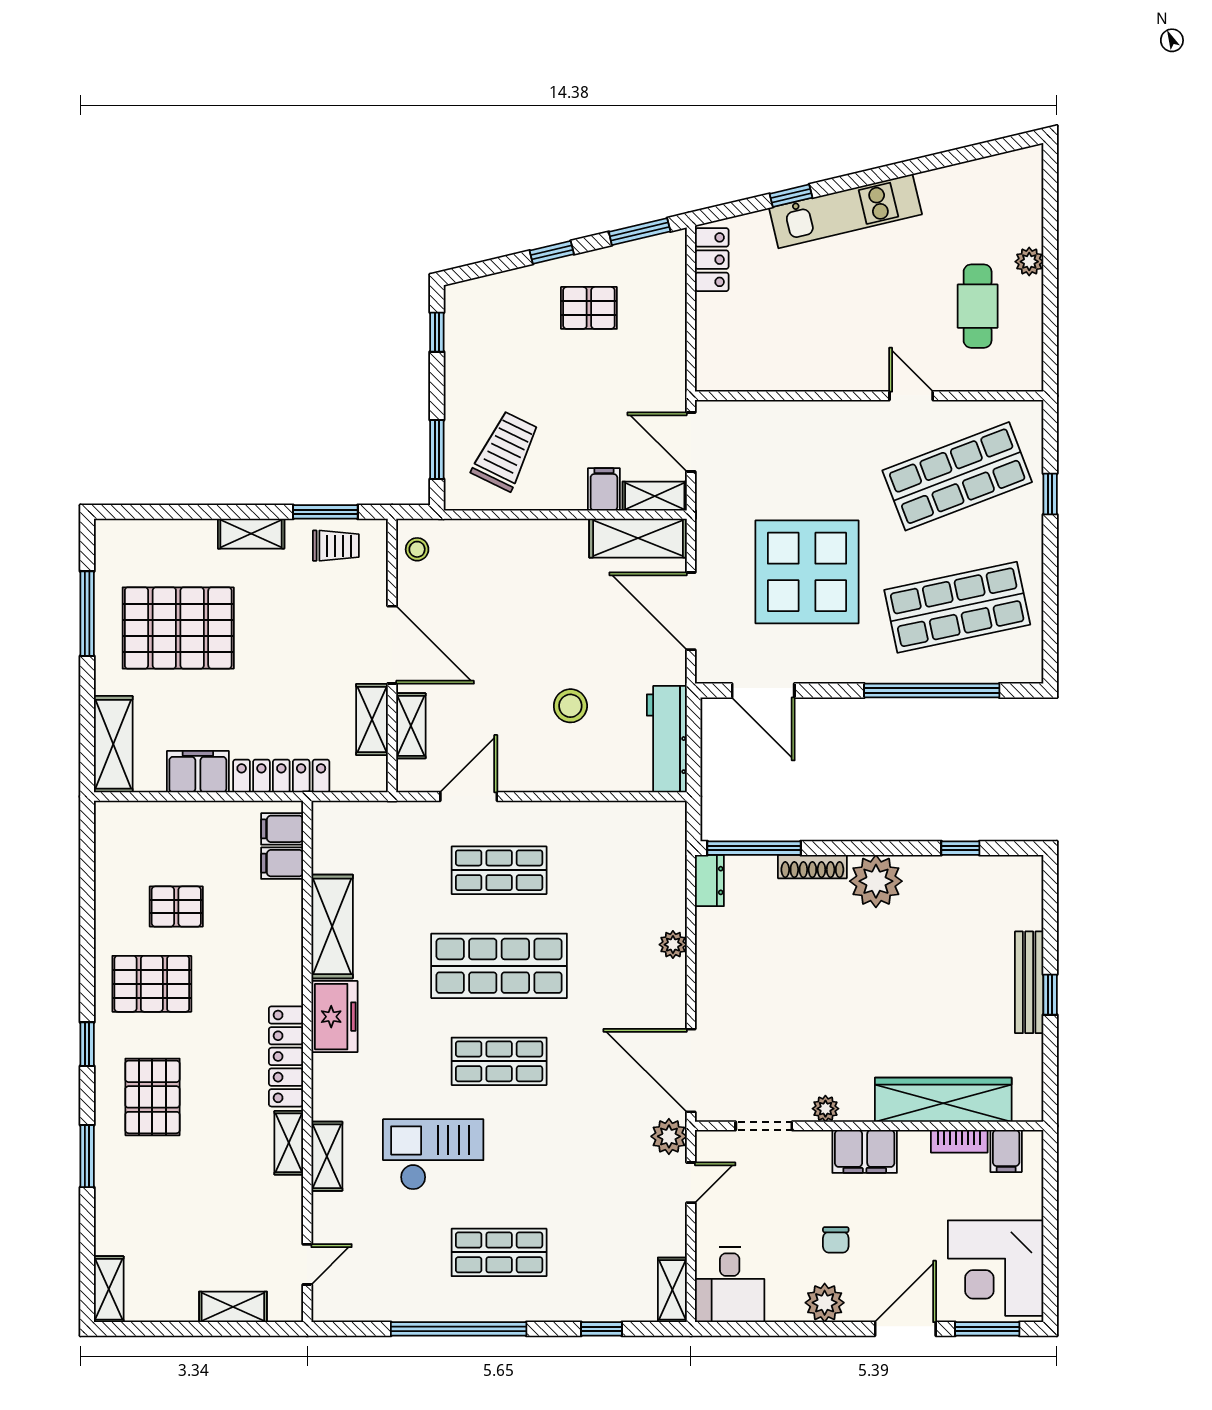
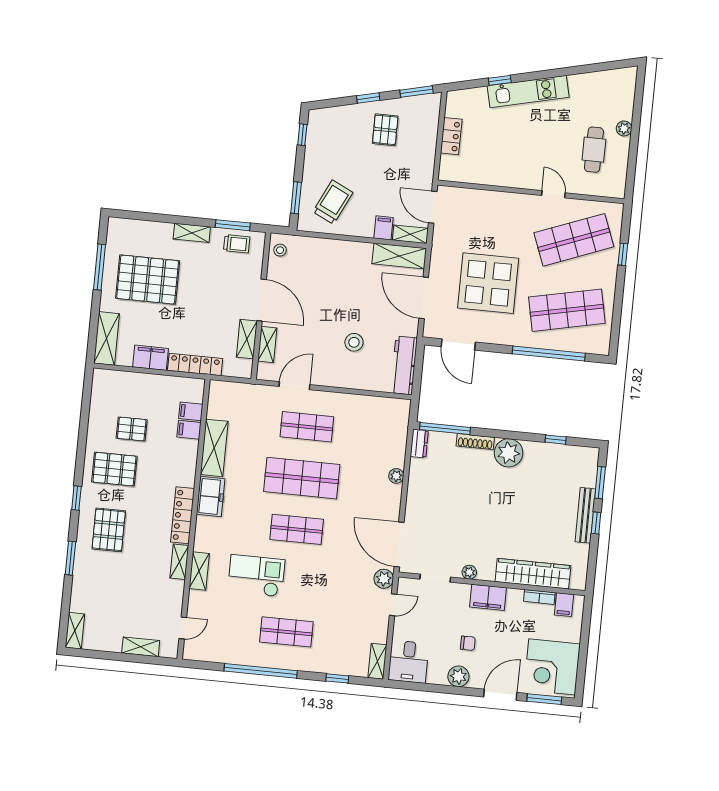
locker: (712, 260) -> (451, 136), moved
pallet: (589, 308) -> (385, 130), turned 90
filing cabinet: (282, 829) -> (189, 430), moved
window: (1050, 919) -> (600, 483), added
chair: (836, 1240) -> (468, 643), turned -90

